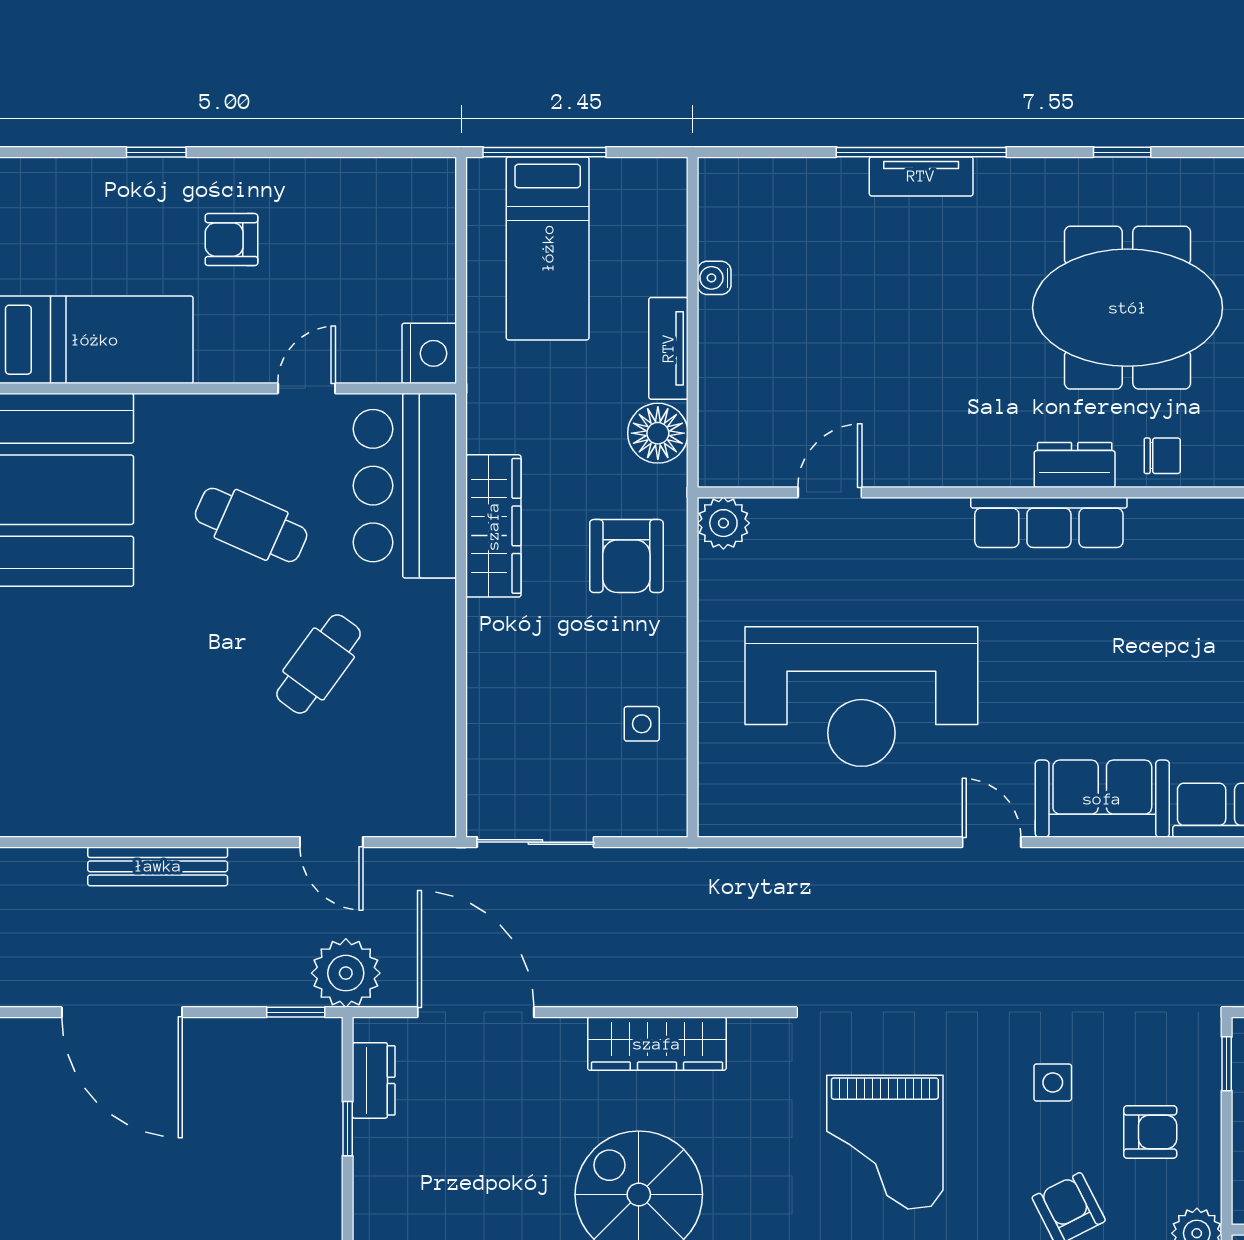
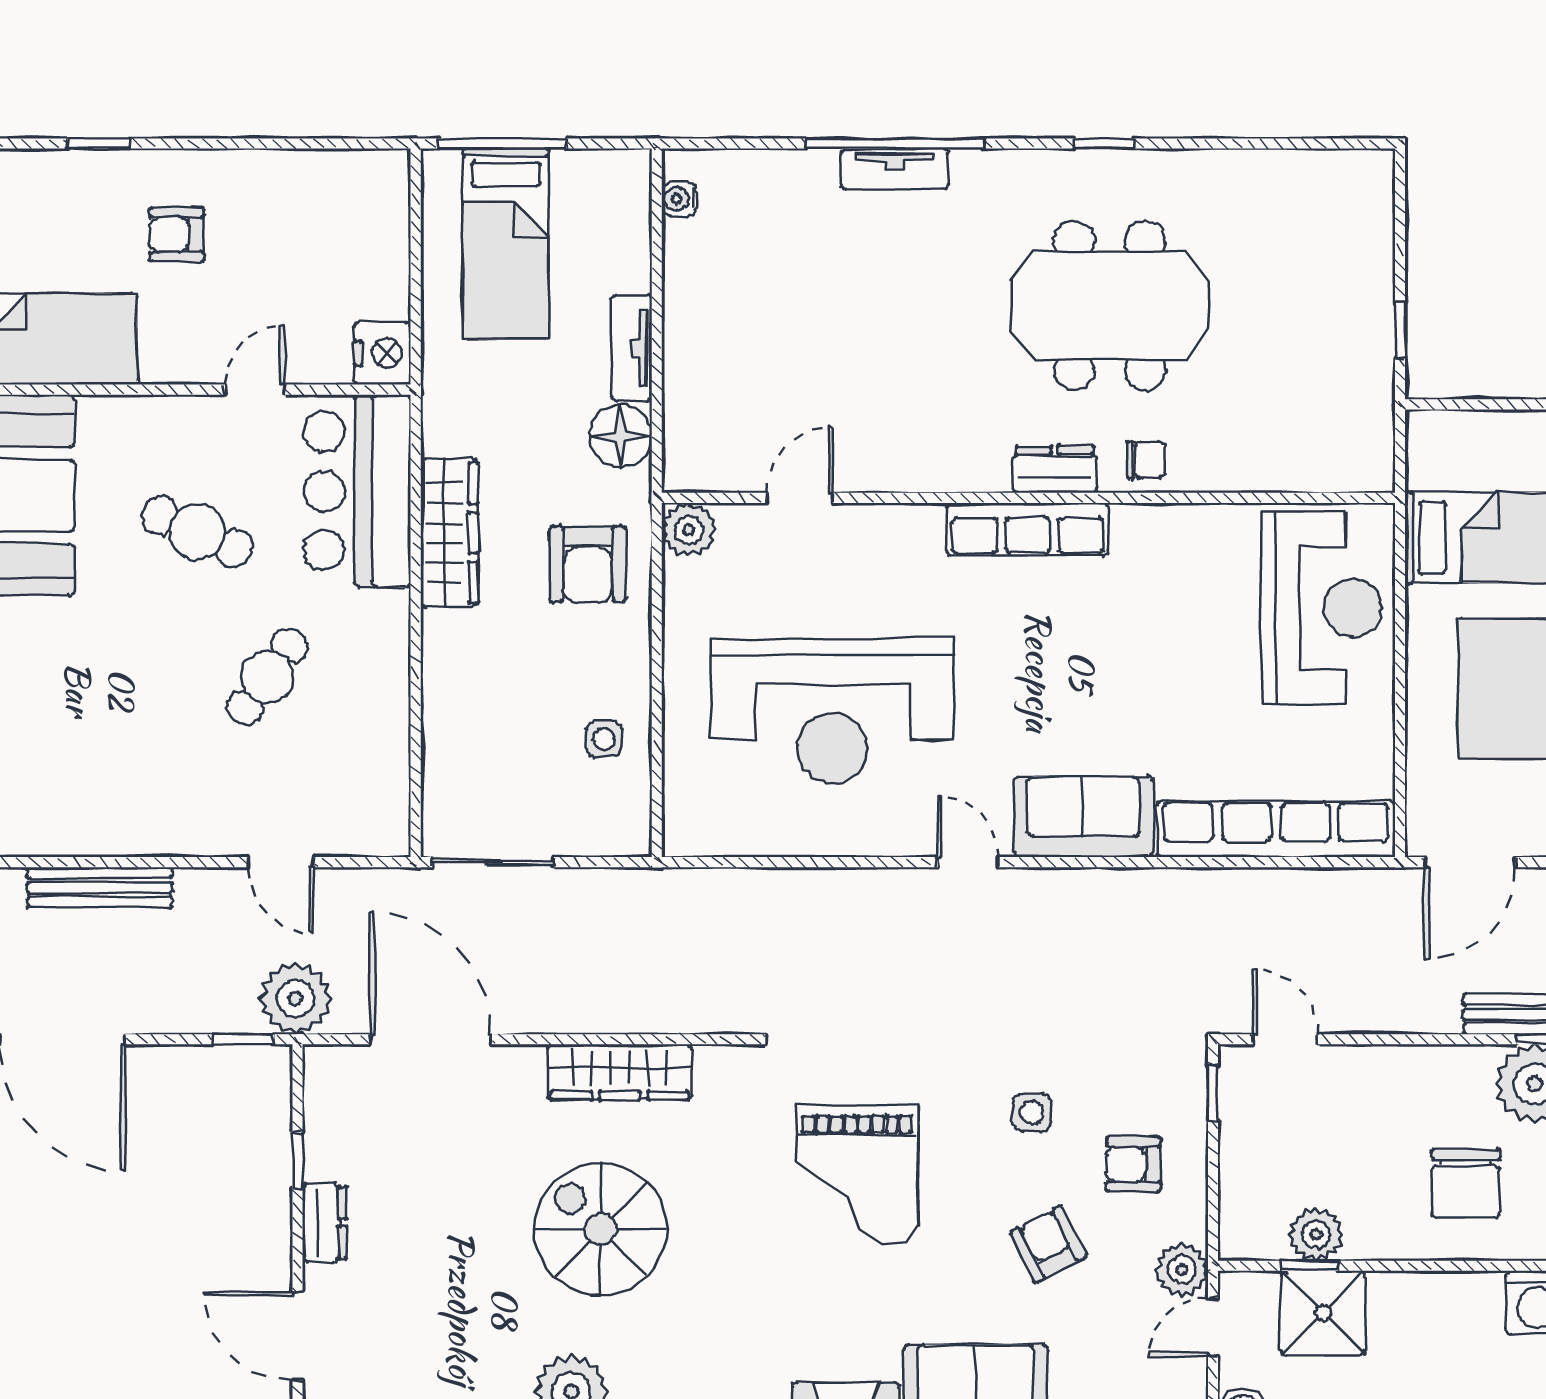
water cooler: (714, 278) -> (679, 199), moved
dresser: (374, 1080) -> (325, 1223), moved
armchair: (1150, 1132) -> (1133, 1164), turned 180

